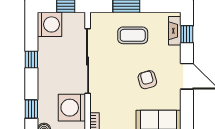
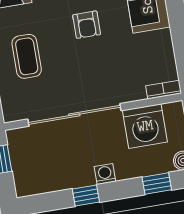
washing machine: (50, 24) -> (105, 174), moved, width x0.53, depth x0.53
armchair: (147, 80) -> (87, 25), turned -74

